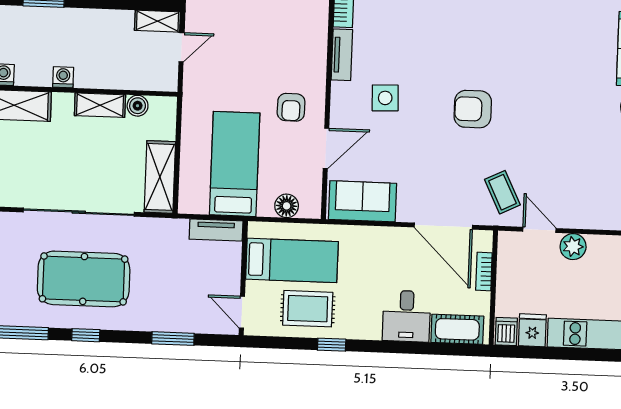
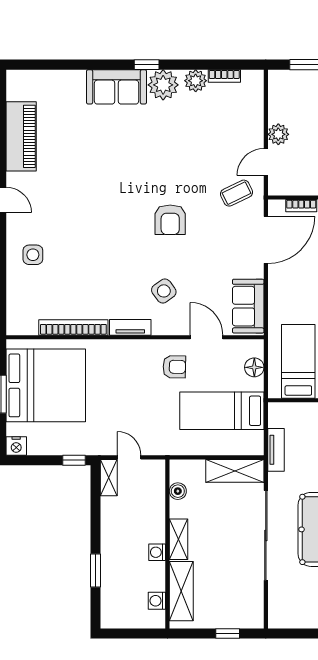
side table: (385, 98) -> (164, 291), turned -34
shelving: (100, 105) -> (179, 539), moved
tv unit: (216, 230) -> (276, 450), moved

